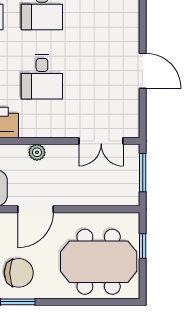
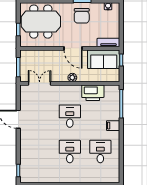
door: (35, 209) -> (73, 48), swing flipped
chair: (19, 273) -> (82, 16), turned -90

